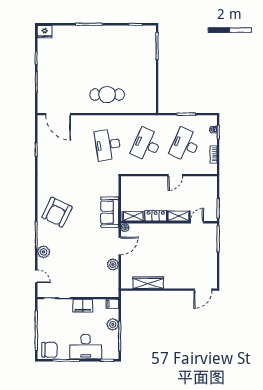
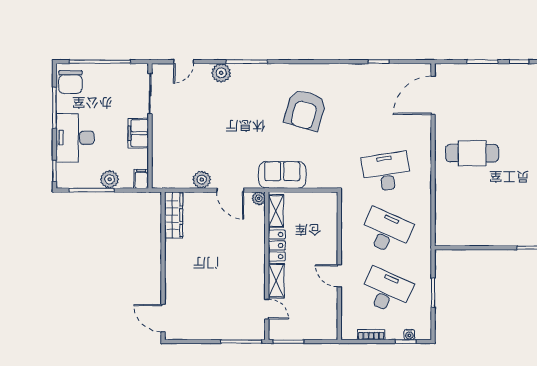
cafe table: (107, 95) -> (472, 153), moved, turned 90
armchair: (57, 212) -> (305, 110), moved, turned -100
wardrobe: (148, 283) -> (174, 215), moved

